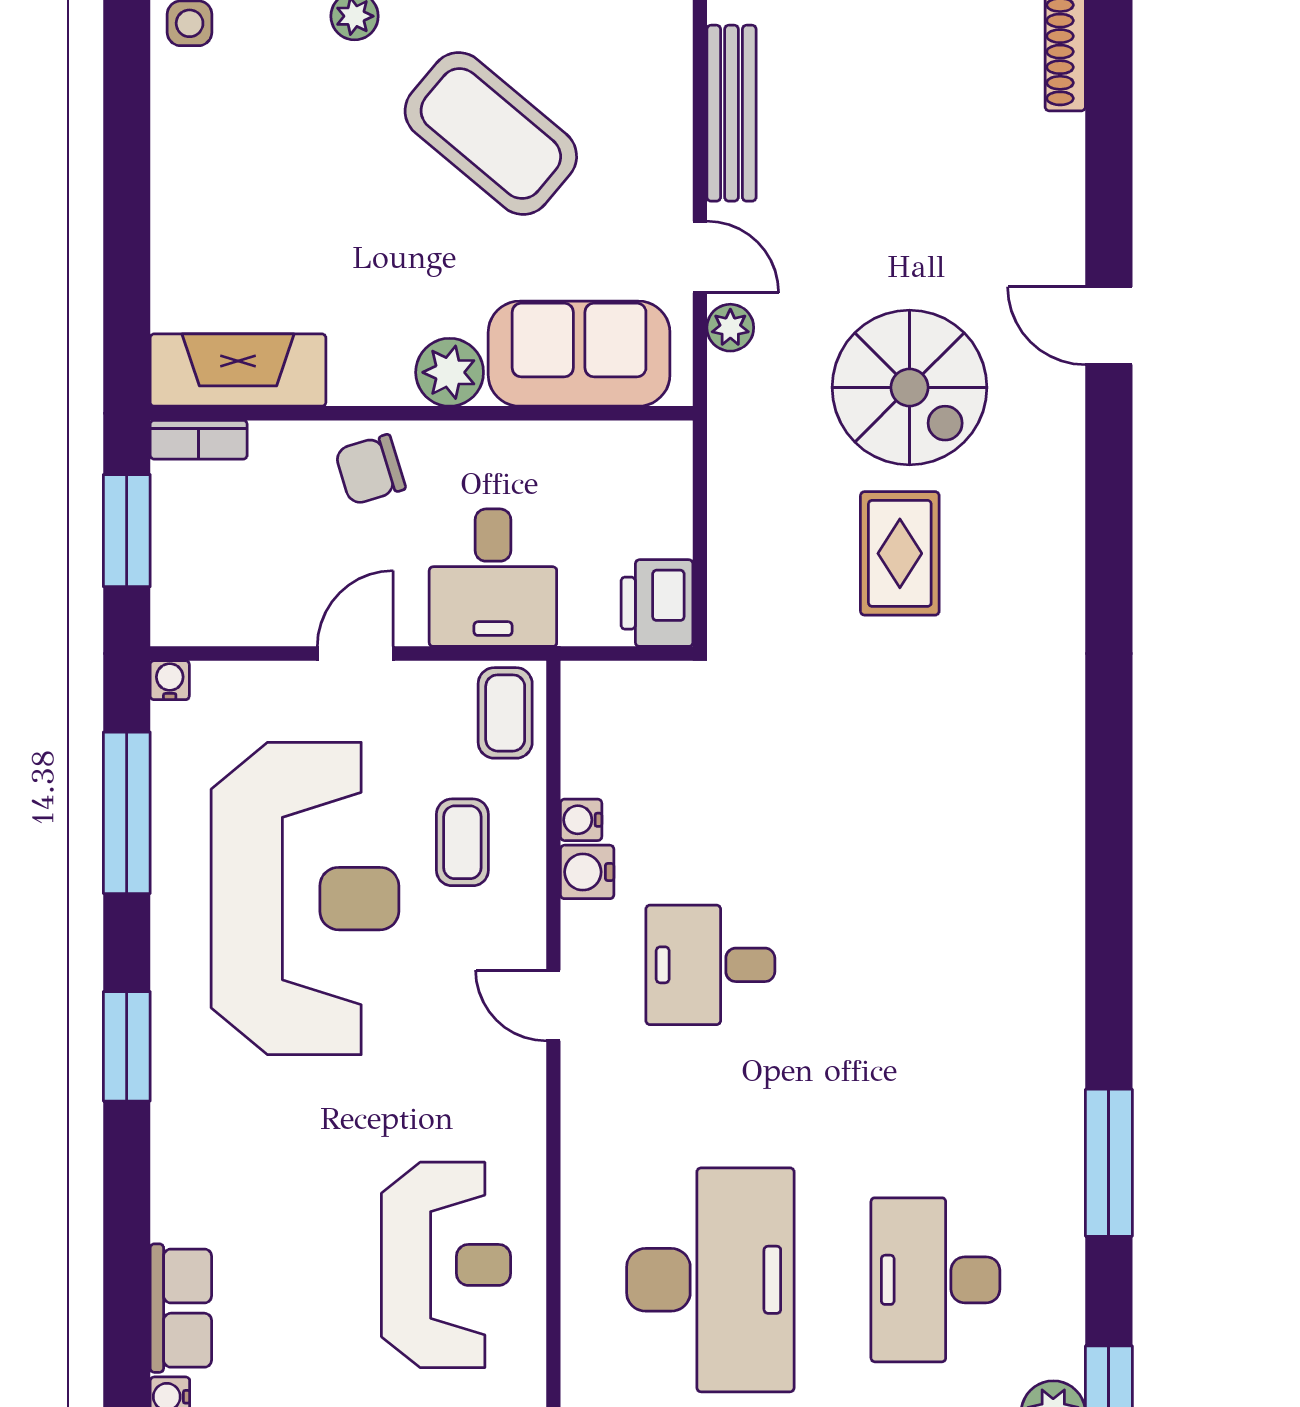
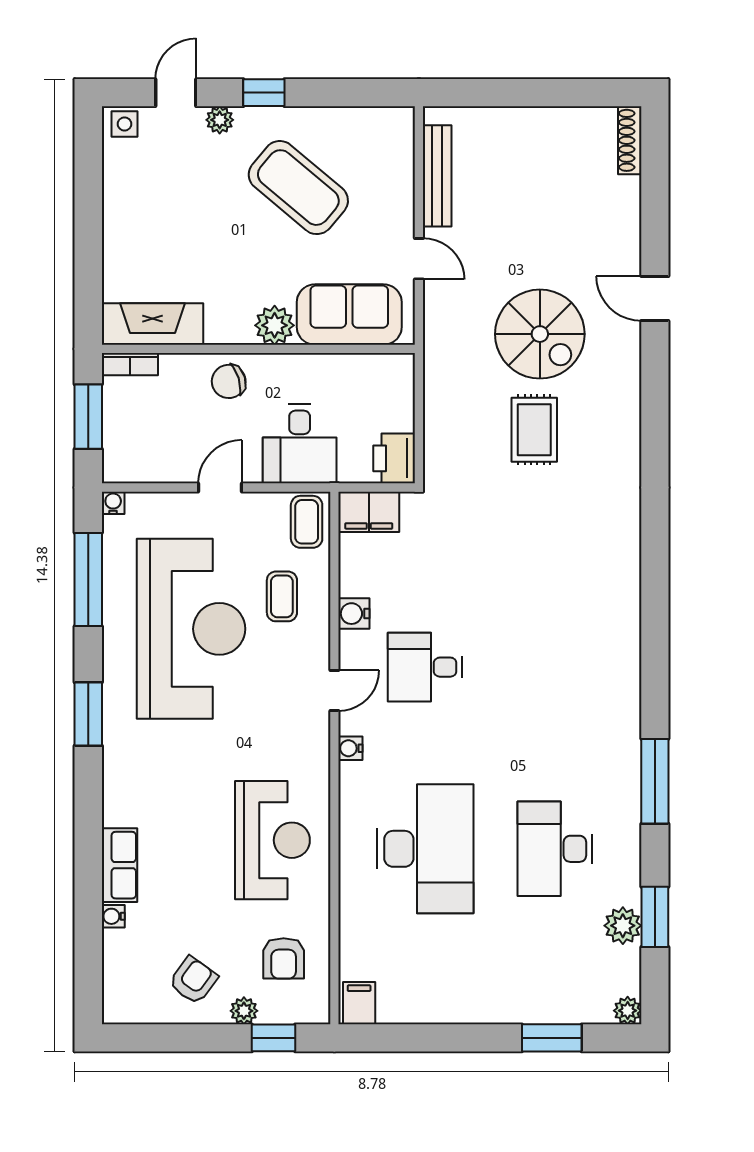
plant: (730, 328) -> (436, 300), removed
filing cabinet: (613, 696) -> (369, 512), added
water cooler: (581, 820) -> (350, 748), moved
door: (553, 1005) -> (334, 691), swing flipped

